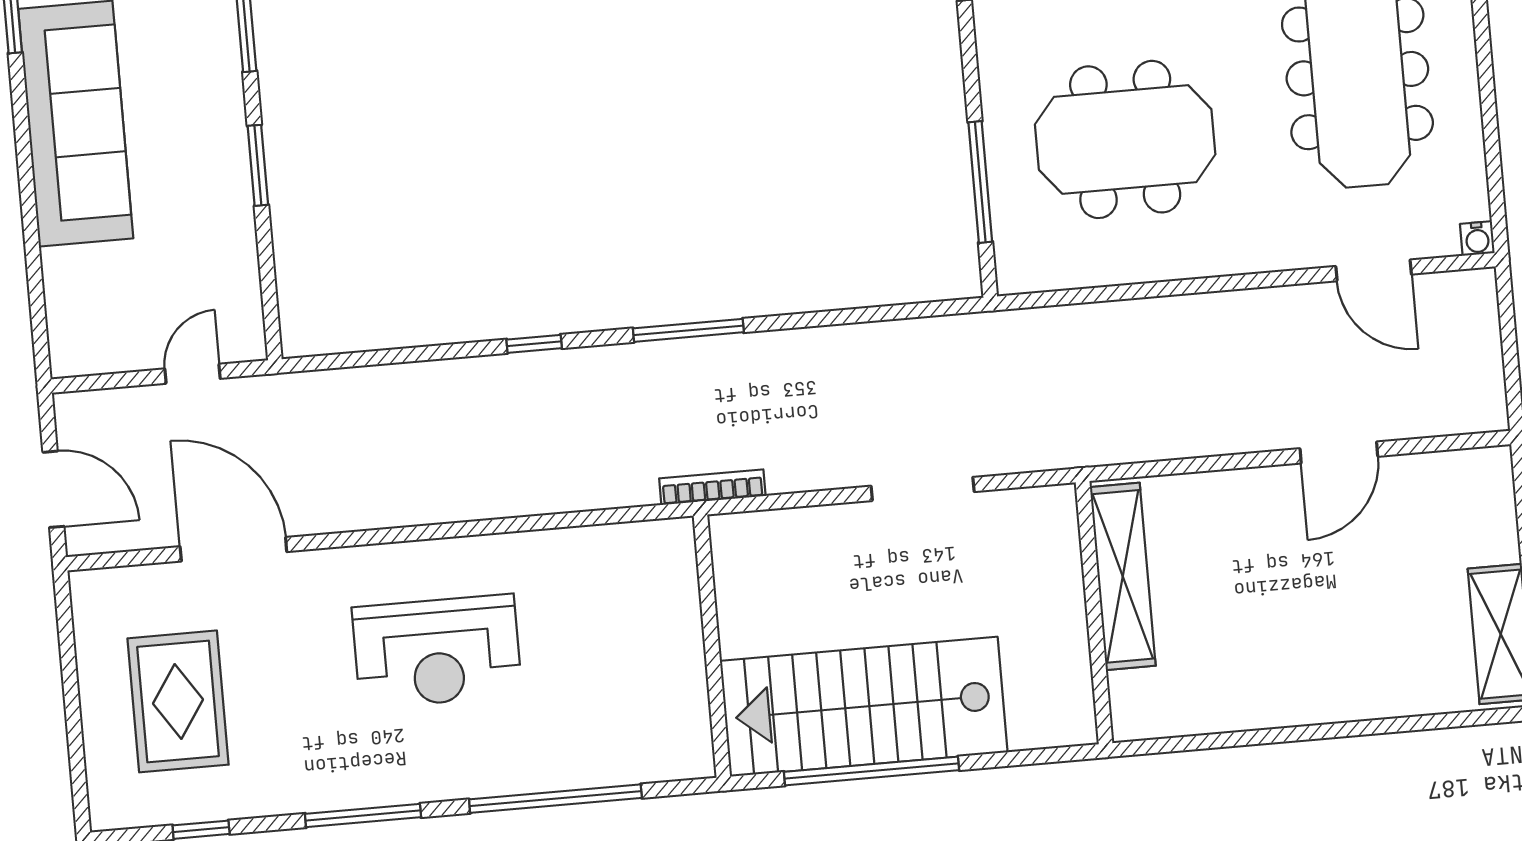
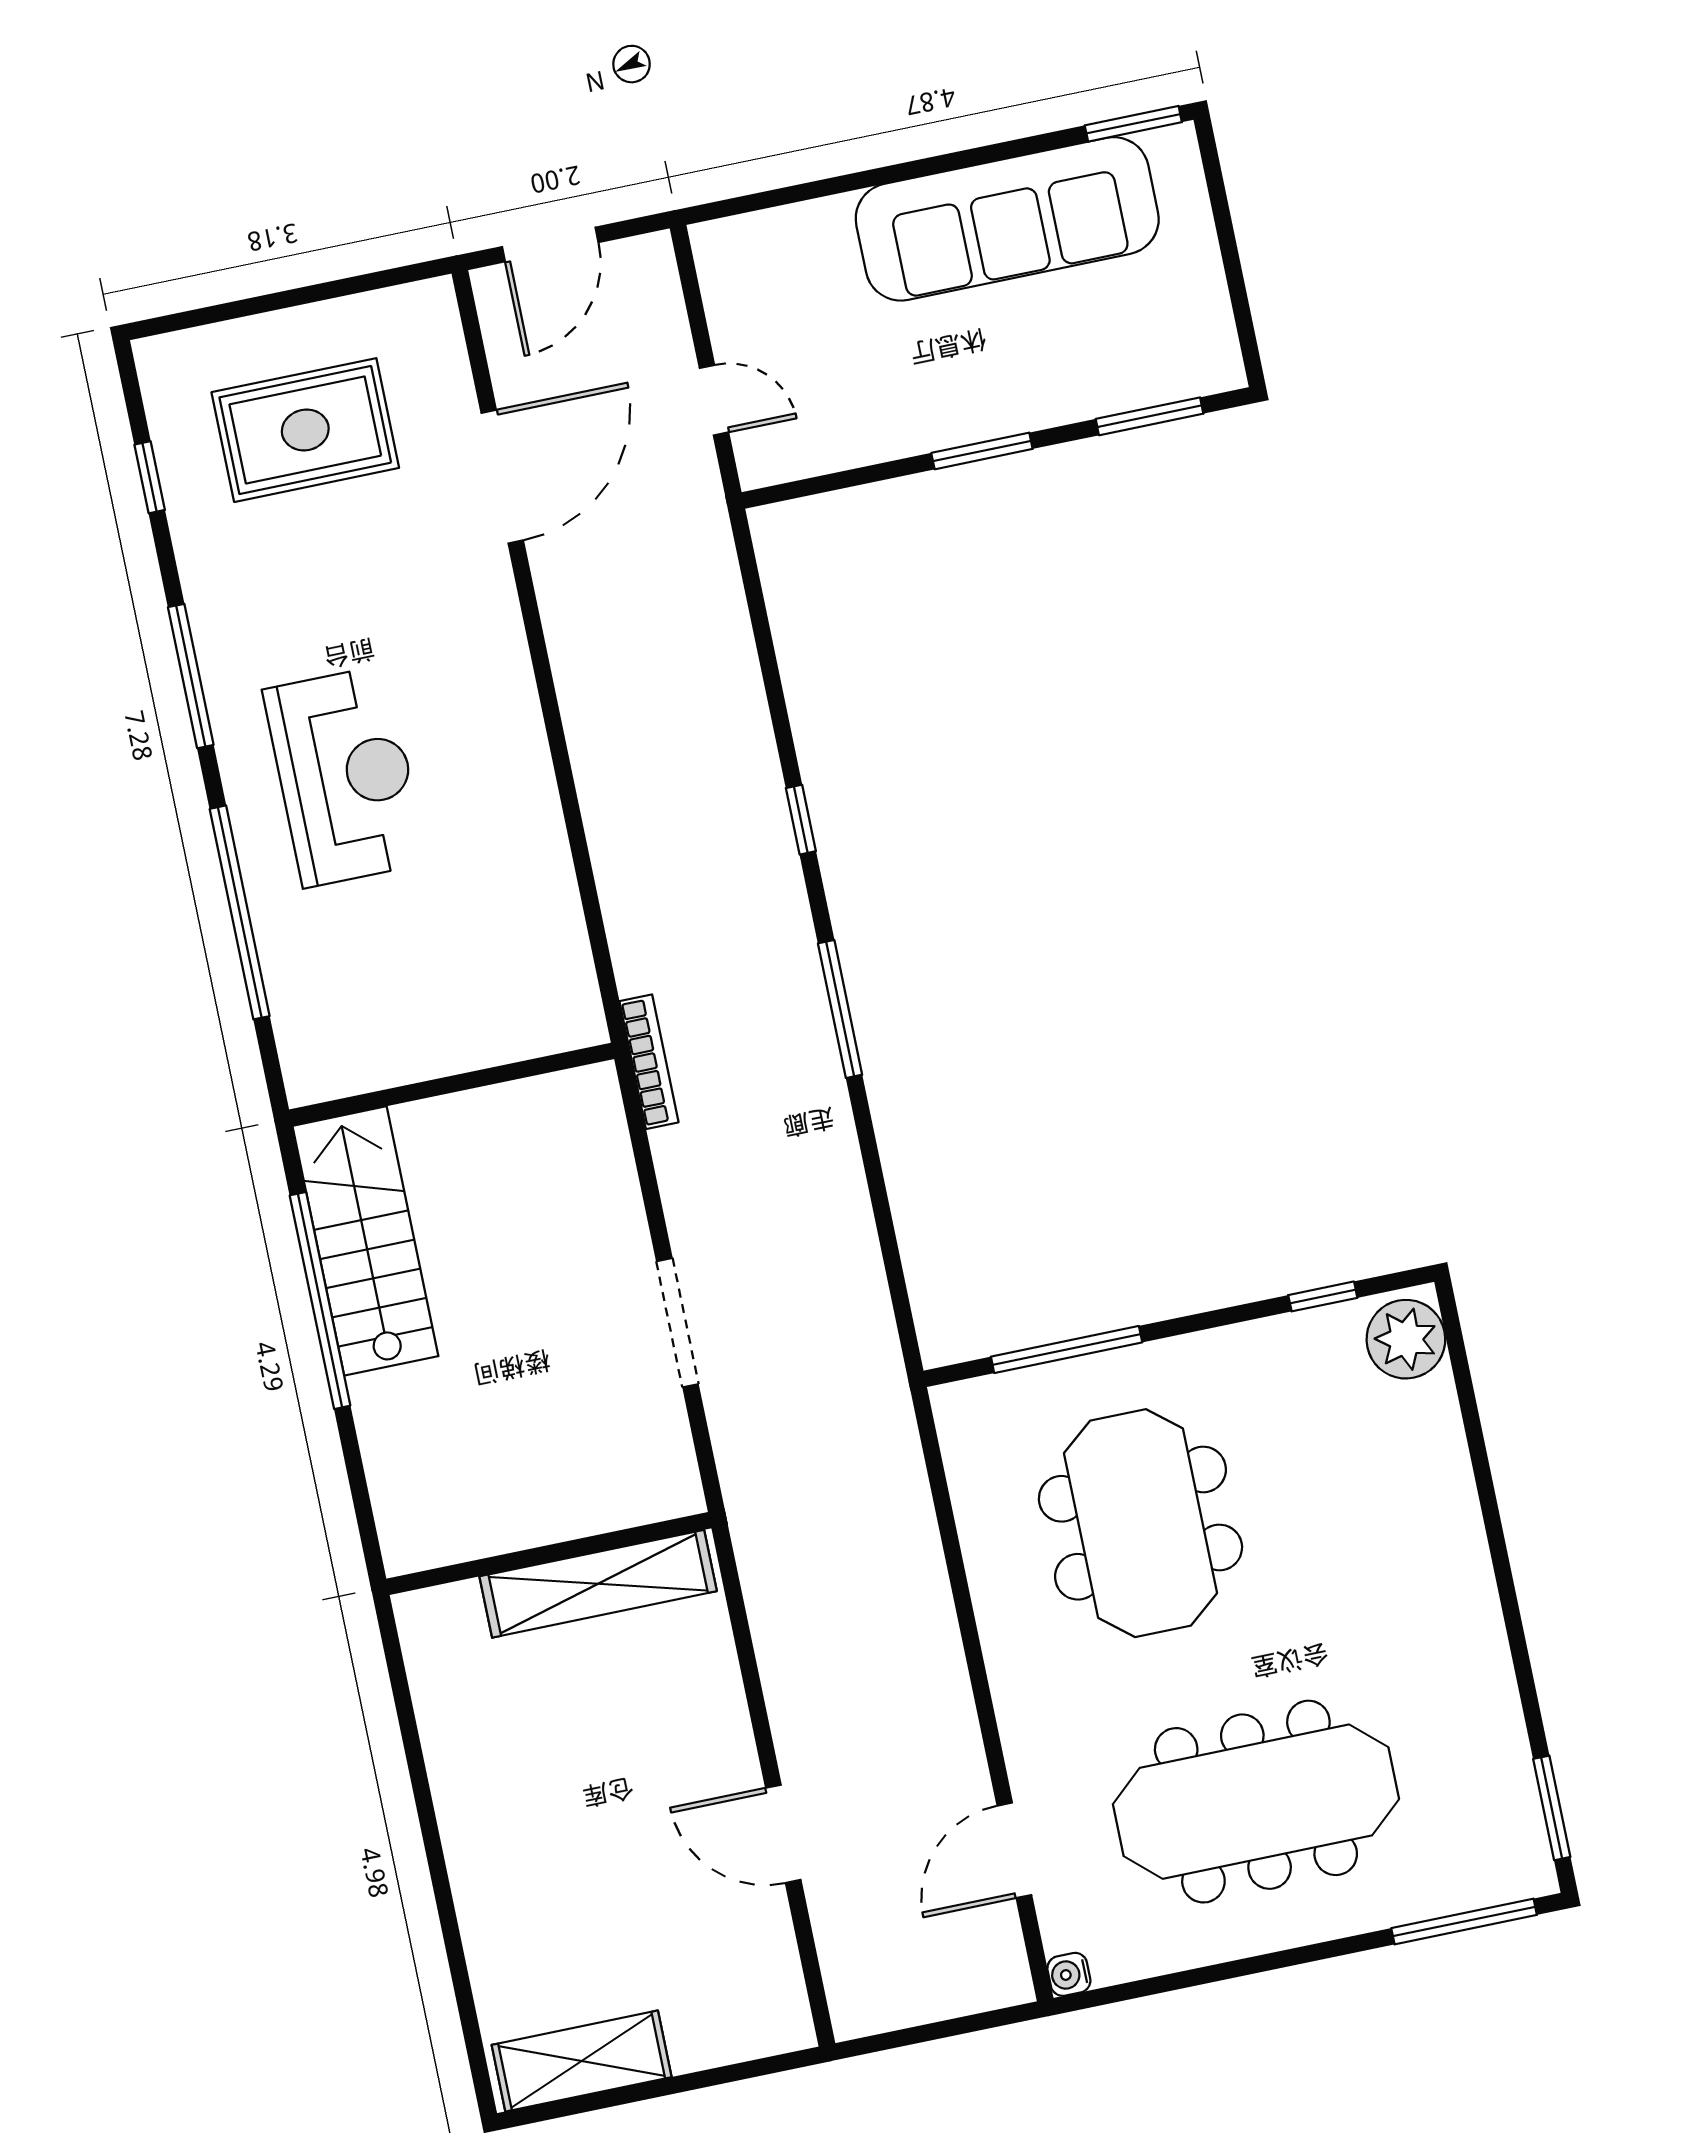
reception desk: (437, 651) -> (345, 776), moved, turned 180
stairs: (864, 707) -> (365, 1241), width x0.73, depth x0.66

